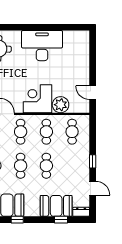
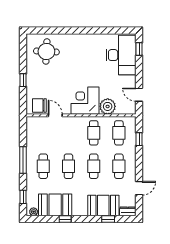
desk: (42, 46) -> (121, 55), moved, turned 90
window: (93, 46) -> (139, 49), added
cafe table: (21, 132) -> (119, 166), moved
window: (93, 161) -> (139, 139), moved
door: (93, 188) -> (139, 188), hinge flipped

